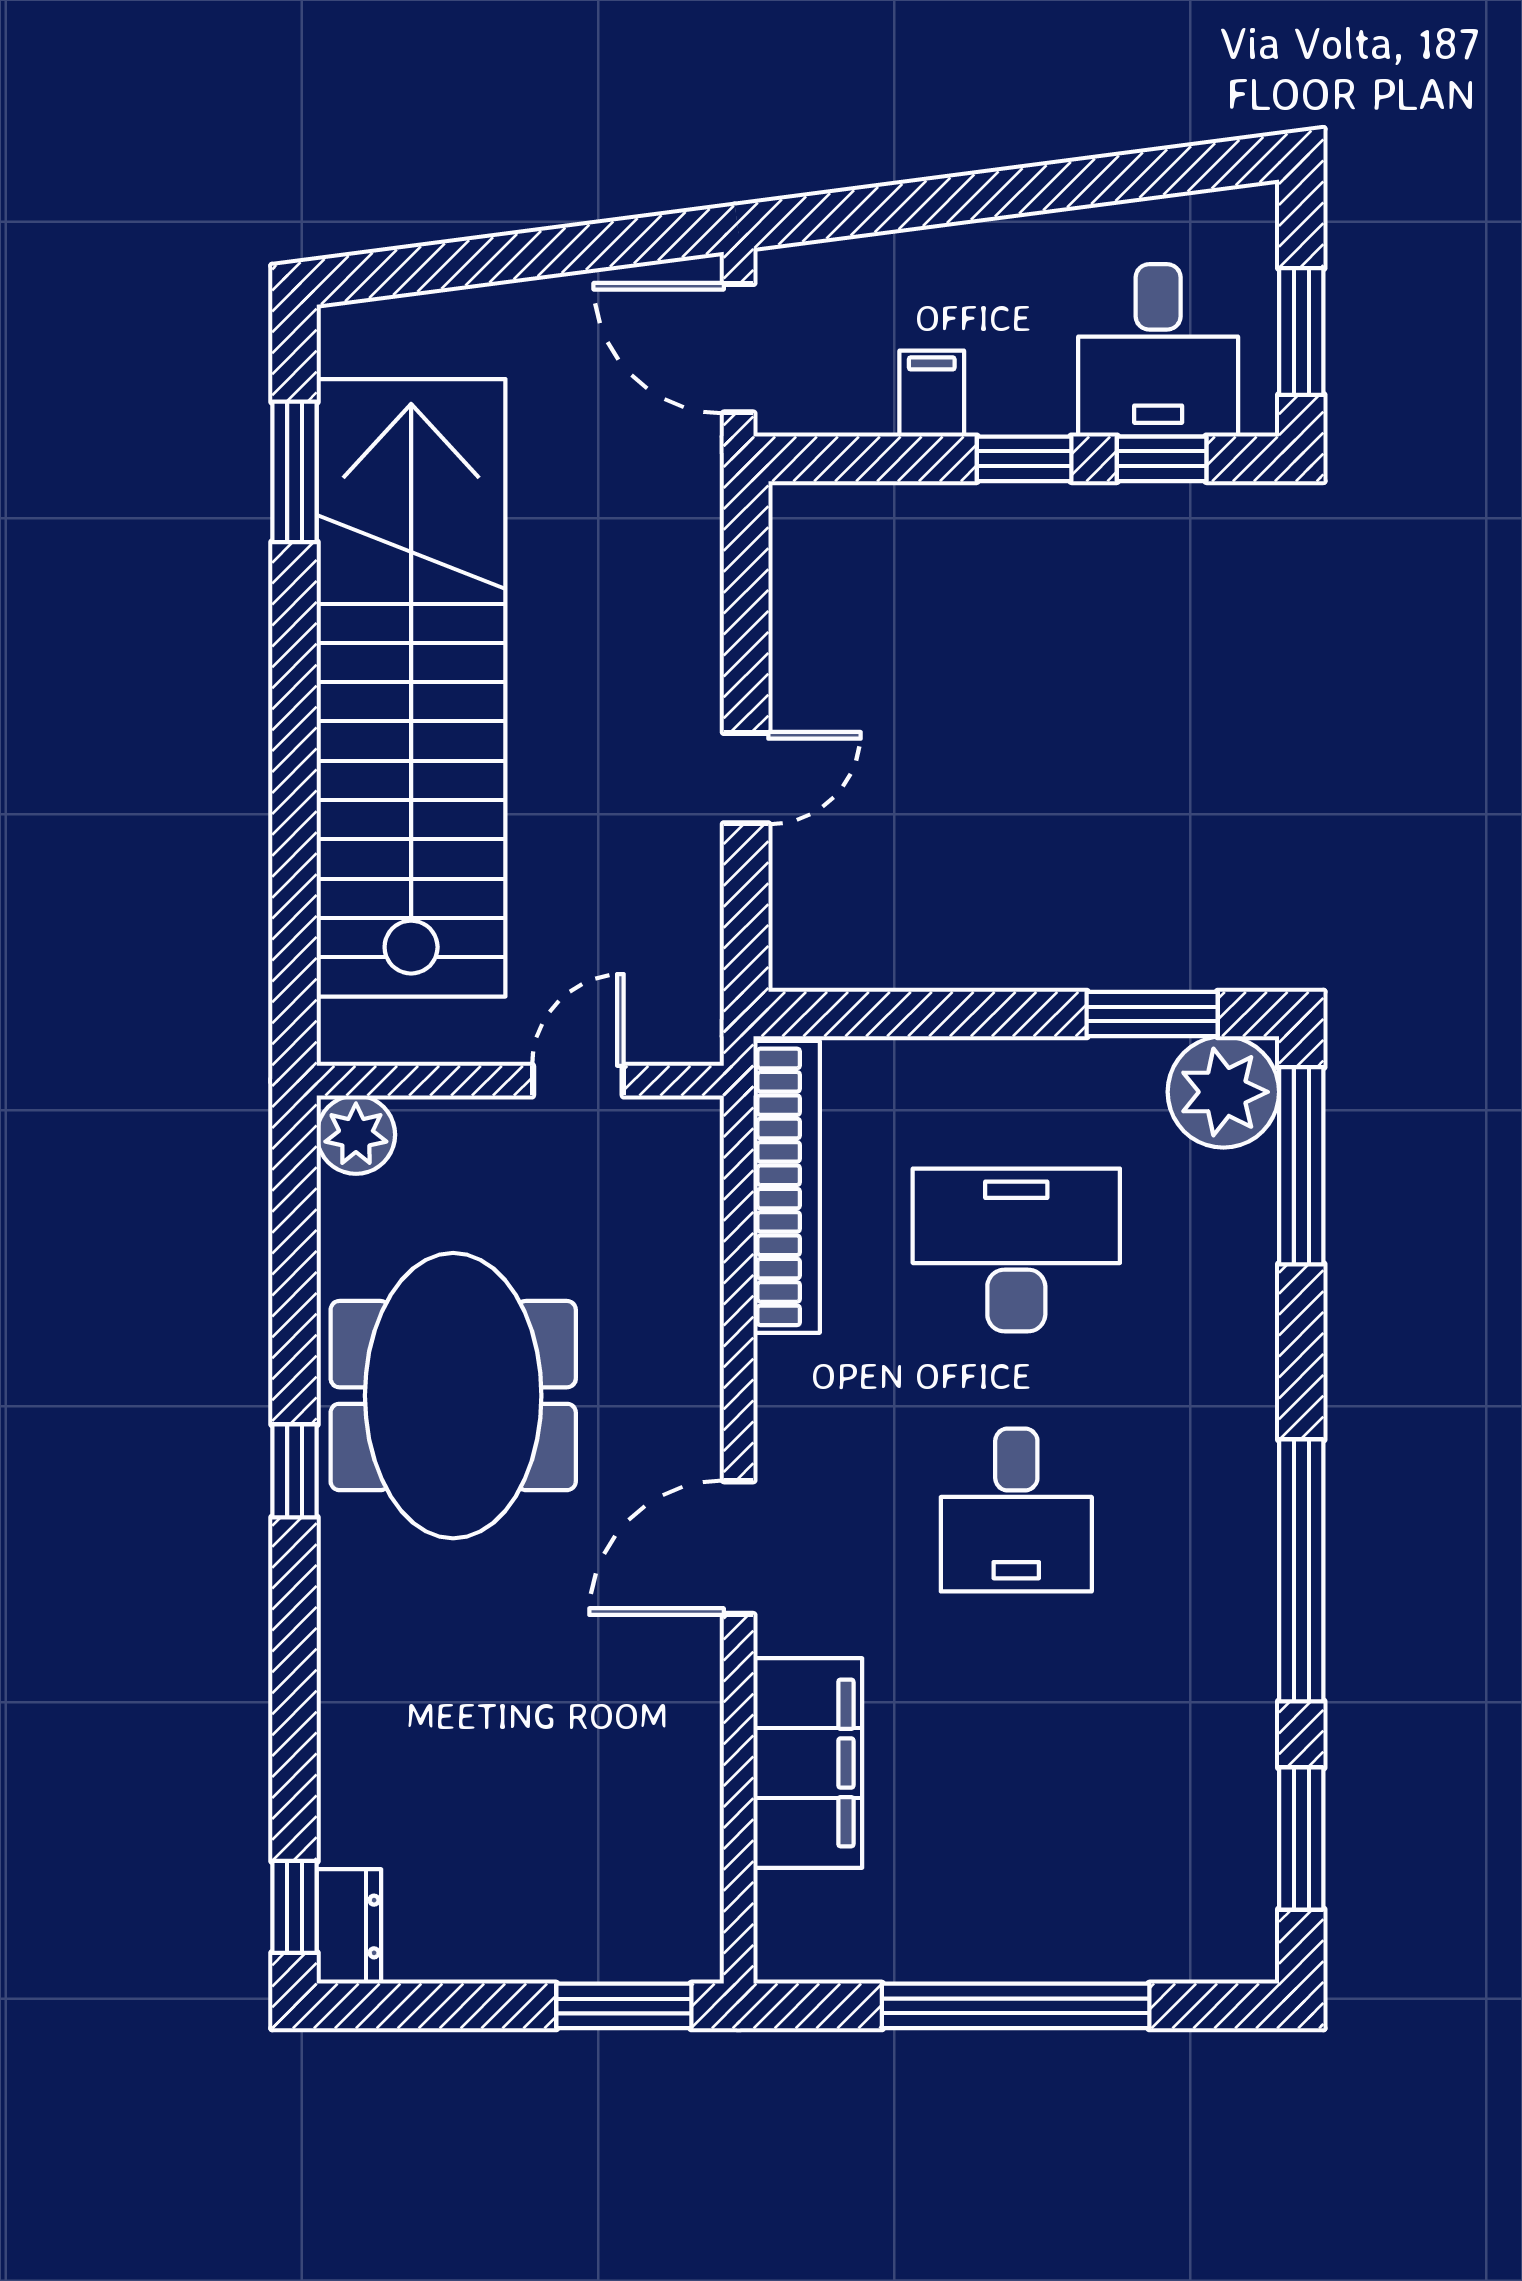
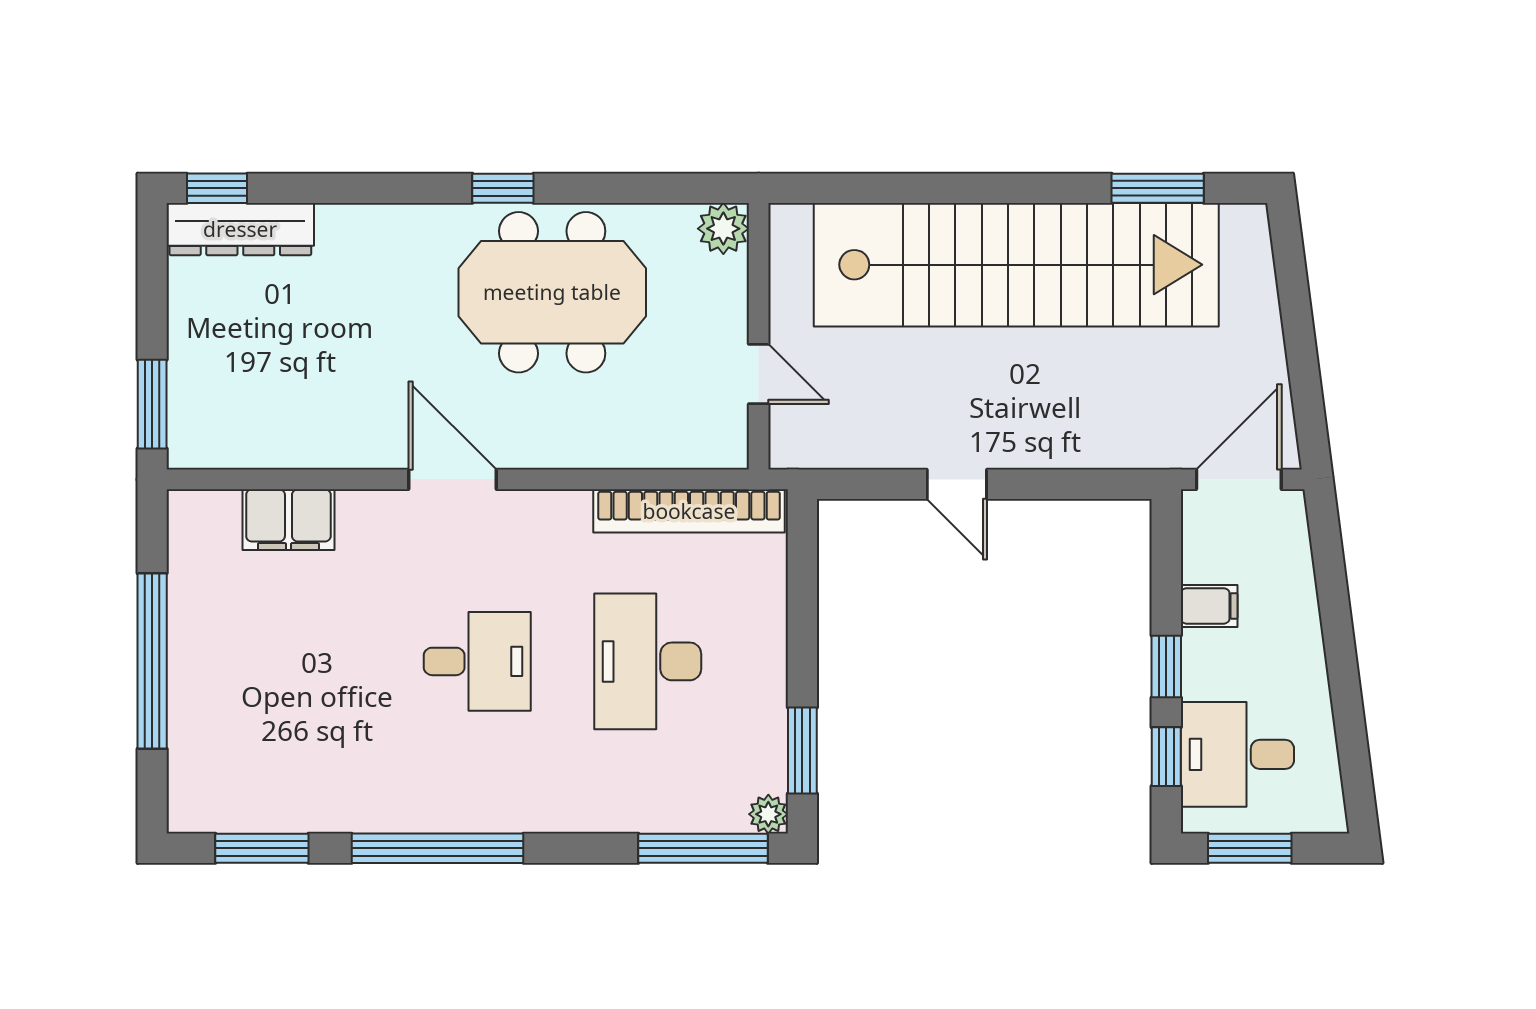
plant: (1223, 1092) -> (768, 814), width x0.53, depth x0.53
desk: (1016, 1250) -> (648, 661), turned 180
desk: (1016, 1510) -> (477, 661), turned 180
filing cabinet: (808, 1763) -> (288, 520), width x0.67, depth x0.86
dresser: (349, 1926) -> (240, 229), width x1.96, depth x1.24

